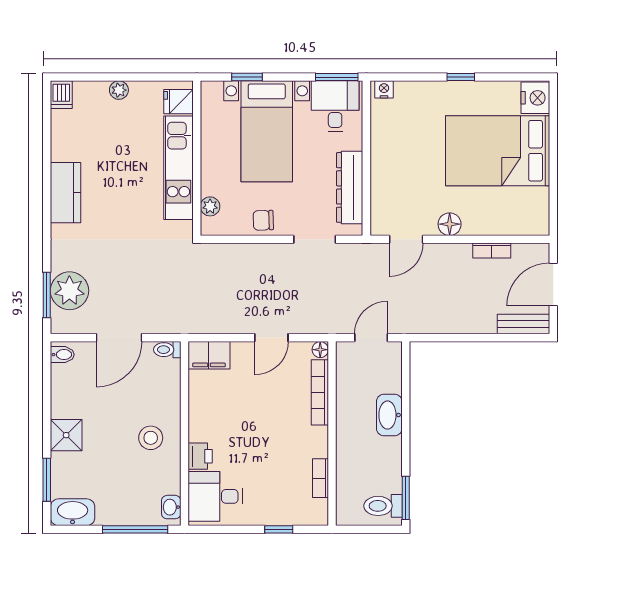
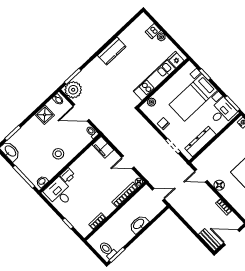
dishwasher: (61, 95) -> (153, 31), moved
plant: (69, 291) -> (73, 90), moved
shower: (66, 435) -> (45, 115), moved

